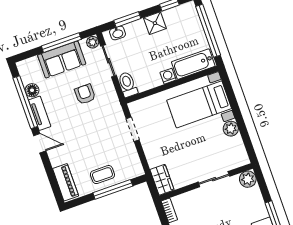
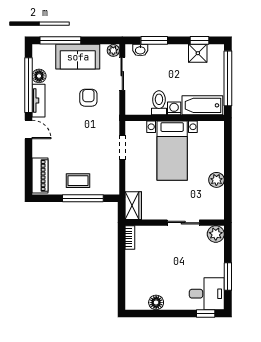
shower: (155, 23) -> (198, 53), moved
window: (61, 43) -> (60, 40), moved
toilet: (128, 84) -> (159, 103), moved
bed with nightstands: (199, 104) -> (172, 151), moved, turned -90

